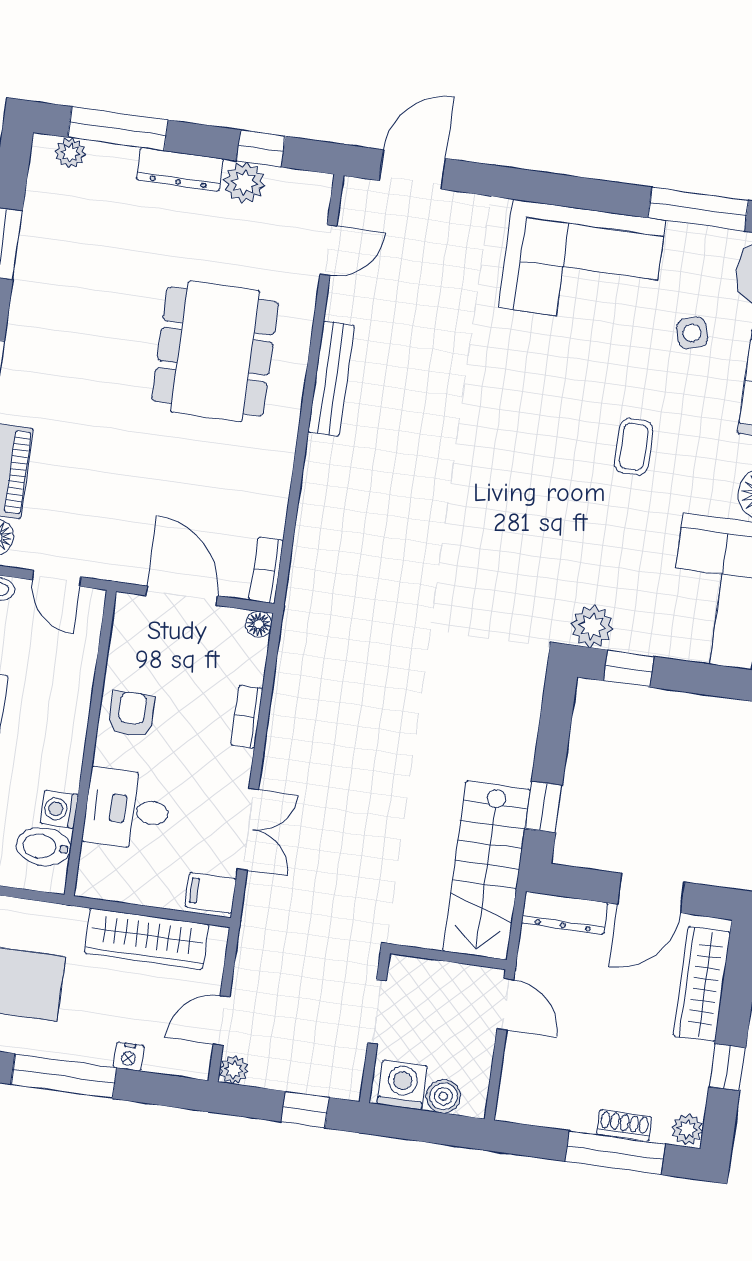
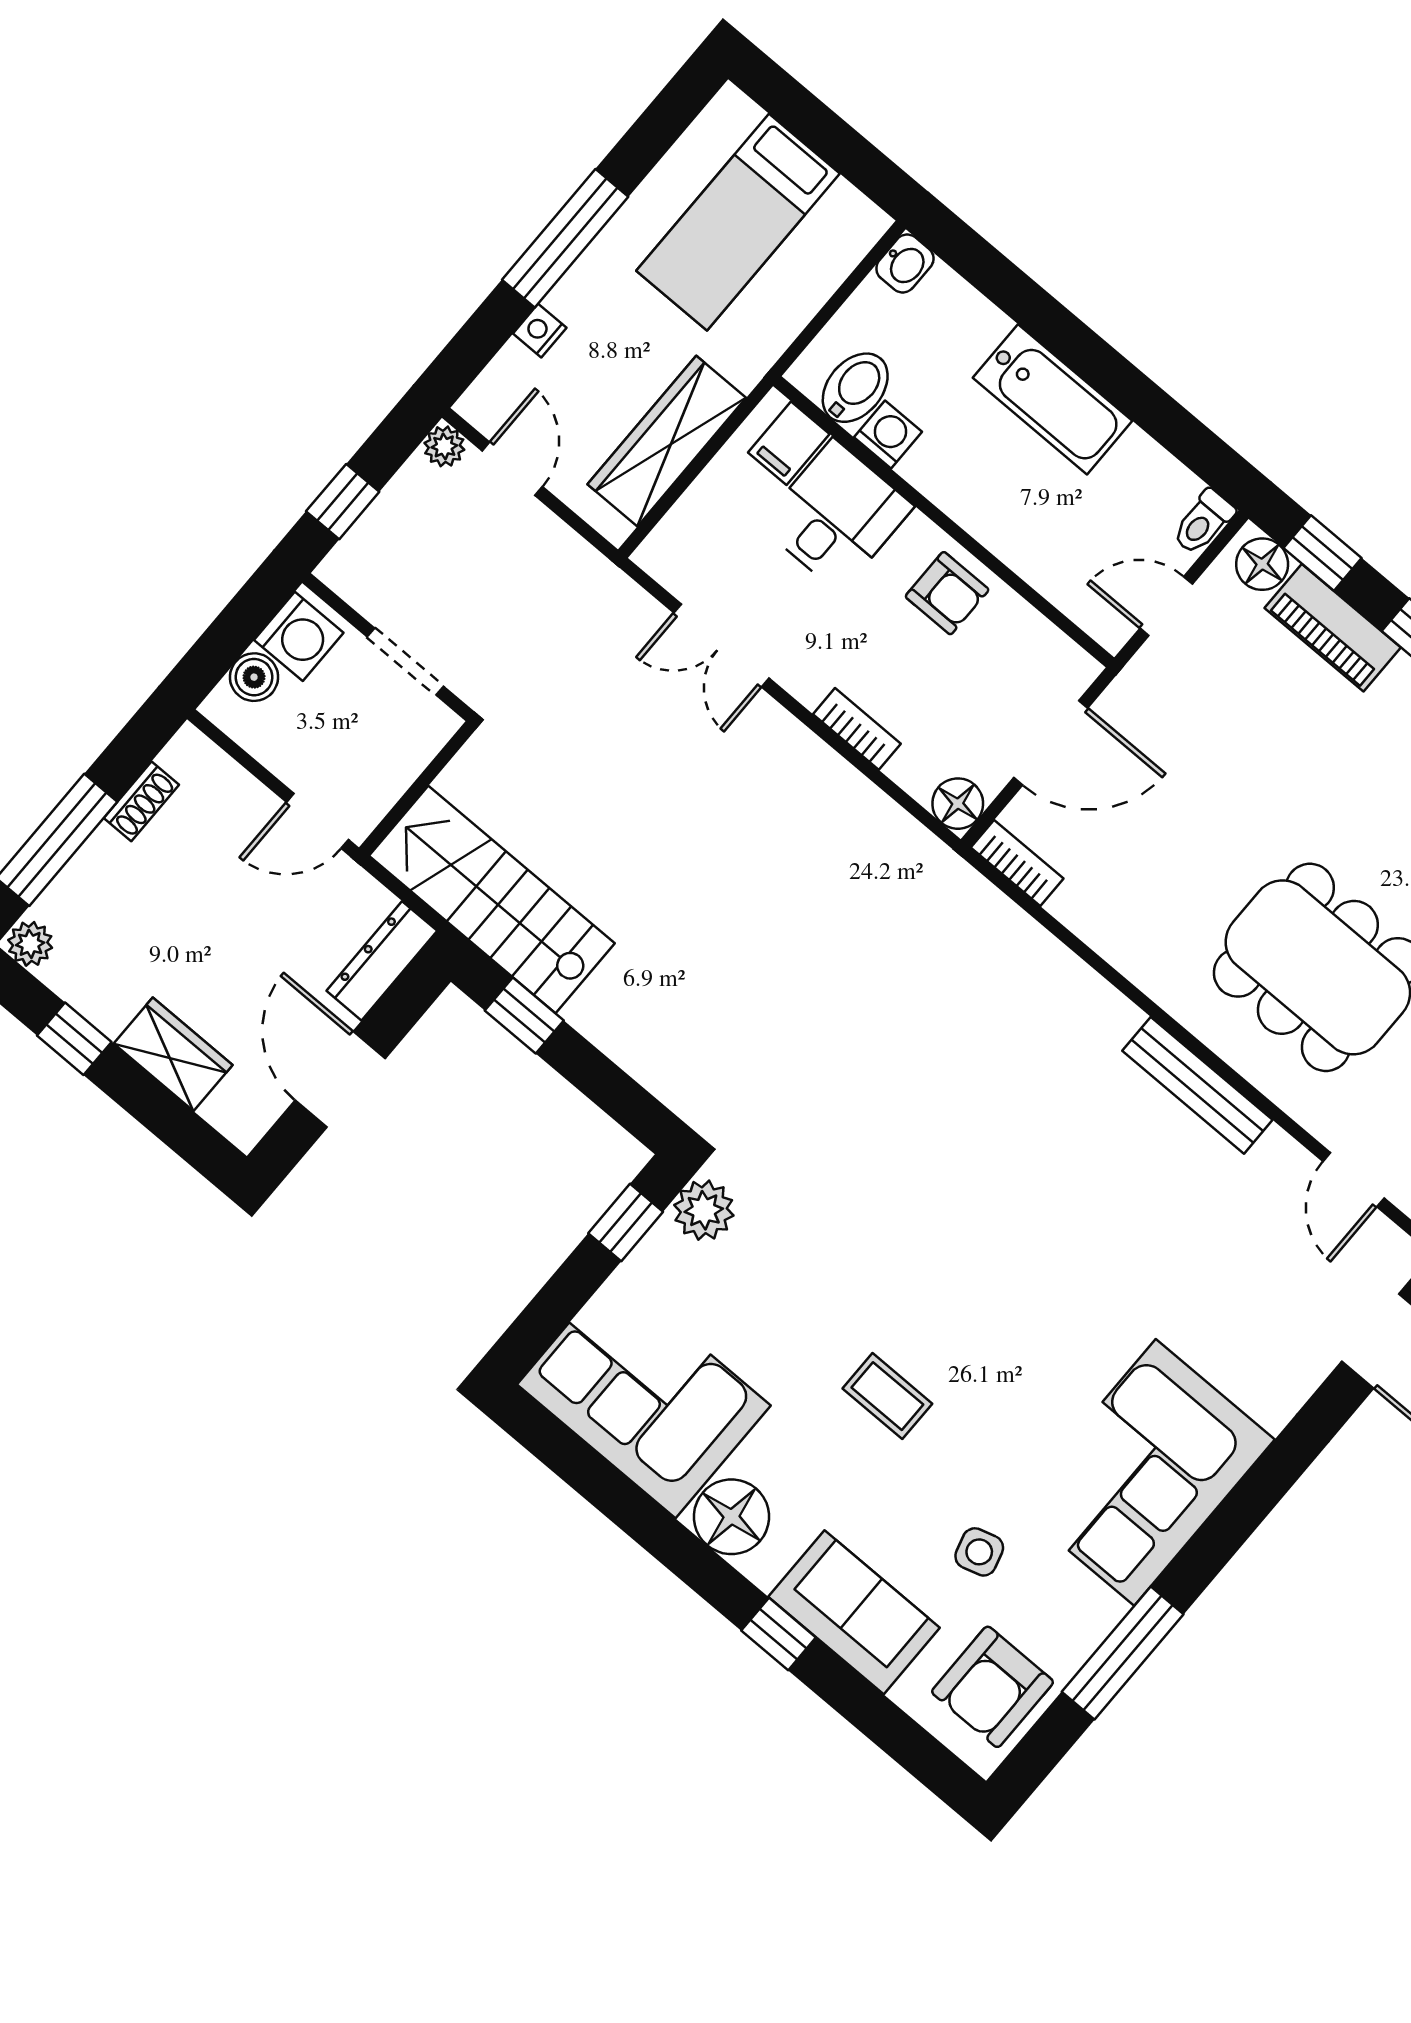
floor lamp: (259, 624) -> (958, 804), width x1.37, depth x1.37
filing cabinet: (211, 893) -> (789, 443), moved, turned 180
wardrobe: (702, 984) -> (173, 1054), width x0.67
shoe rack: (624, 1126) -> (141, 801), moved

